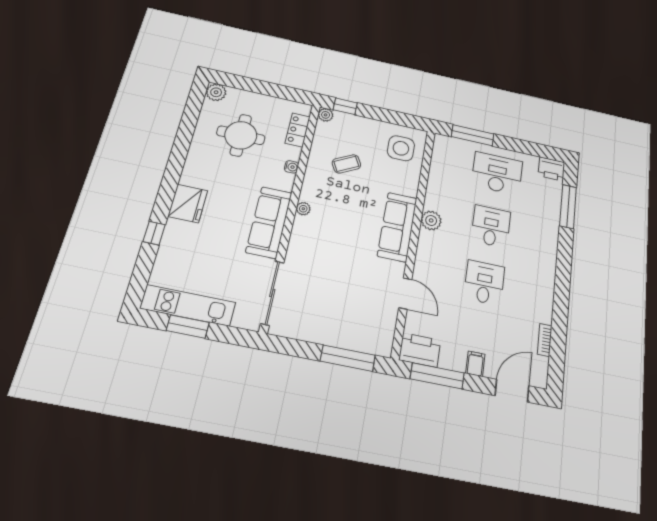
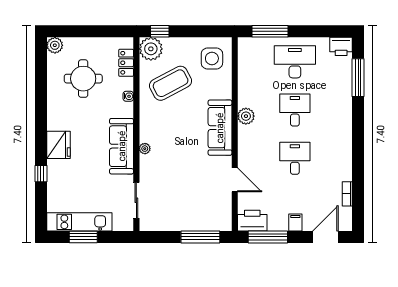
plant: (326, 115) -> (151, 49), width x1.88, depth x1.88
coffee table: (346, 164) -> (171, 83), width x1.86, depth x1.72
plant: (303, 209) -> (145, 149), moved
sliding door: (272, 293) -> (136, 200), width x0.73

